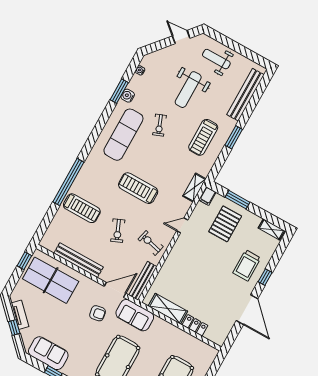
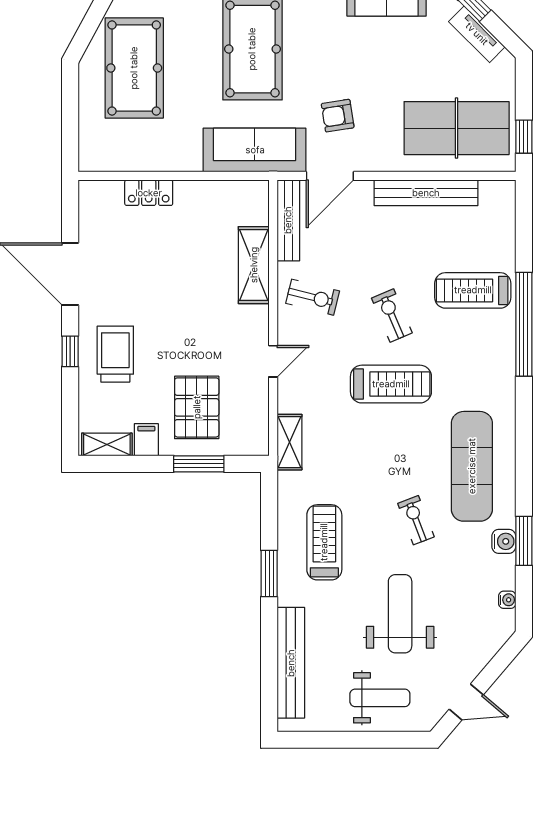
filing cabinet: (207, 196) -> (146, 440), moved
exercise bike: (118, 231) -> (392, 315), moved
shelving: (168, 309) -> (254, 265), moved, turned 90
sofa: (135, 315) -> (255, 150), width x1.36

